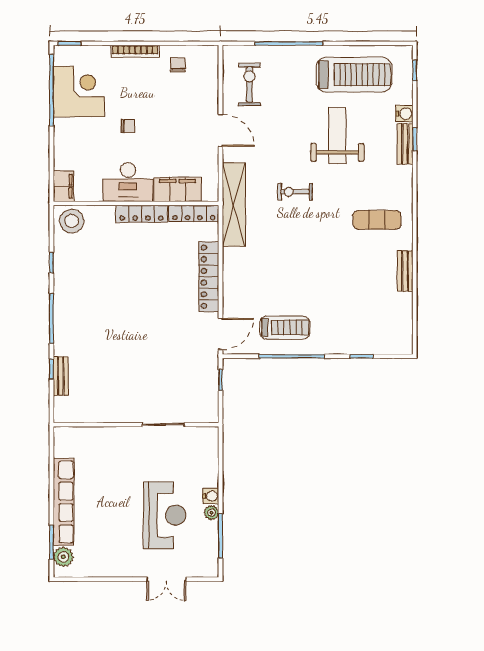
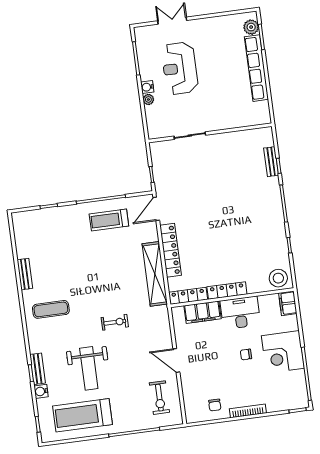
corner desk: (79, 92) -> (283, 352), moved
shelving: (234, 204) -> (155, 274), moved
plant: (211, 513) -> (148, 99), moved

